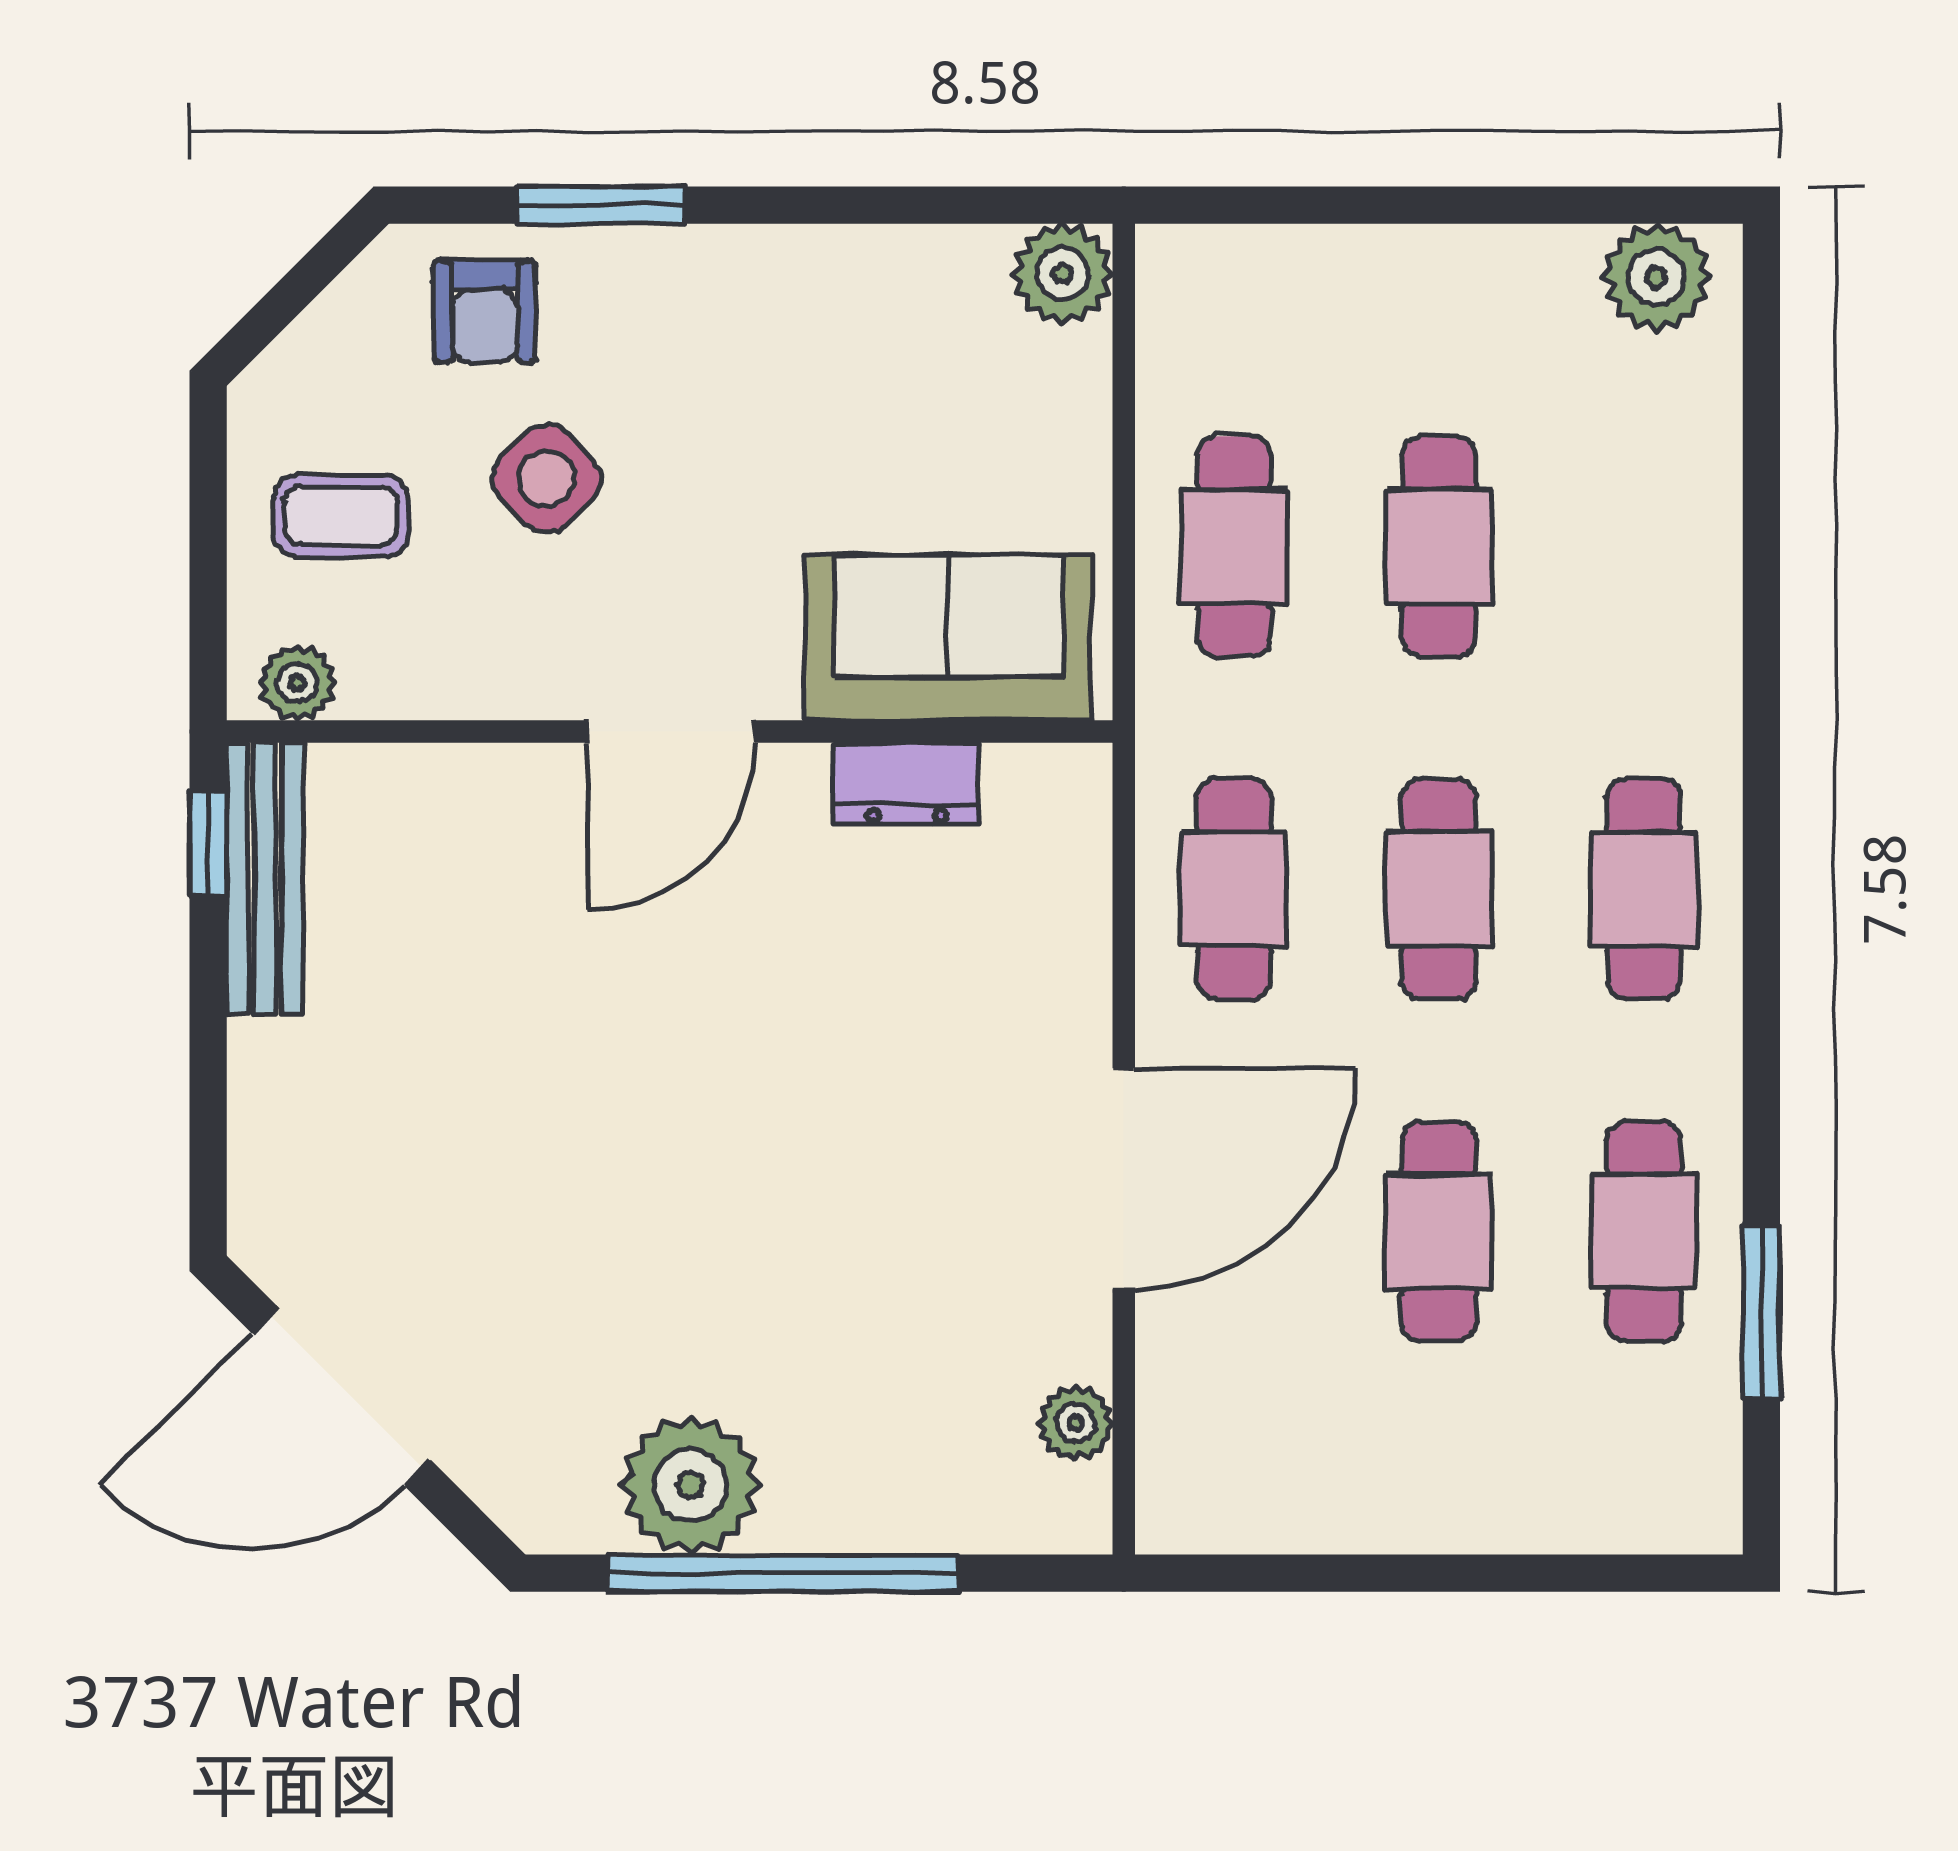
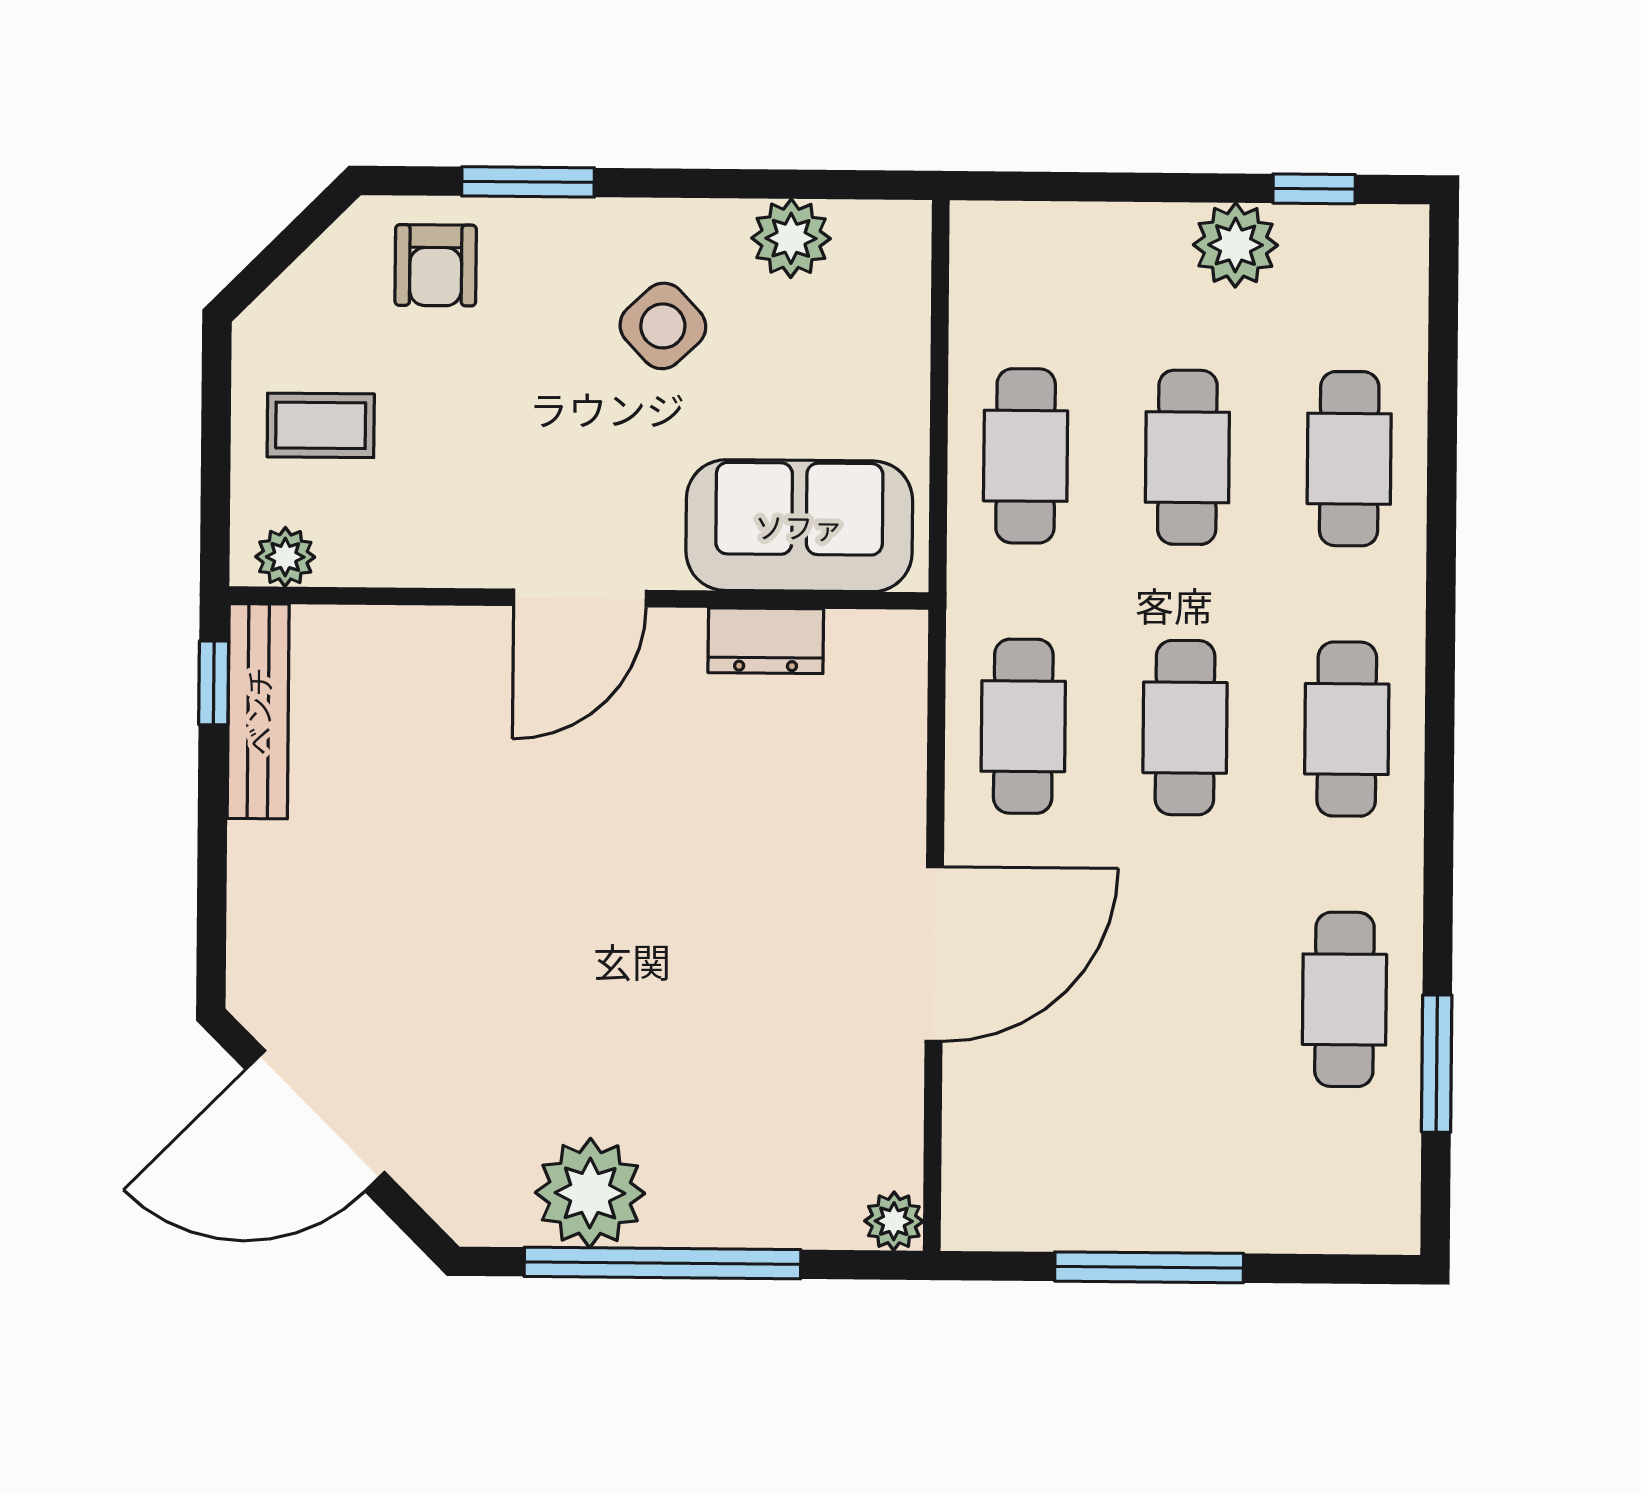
window: (1596, 205) -> (1314, 189), added
plant: (1063, 274) -> (791, 238), moved
plant: (1656, 277) -> (1235, 245), moved
side table: (547, 478) -> (663, 326), moved
cafe table: (1439, 1232) -> (1349, 459), moved
plant: (1076, 1423) -> (894, 1221), moved
window: (1399, 1573) -> (1149, 1267), added

